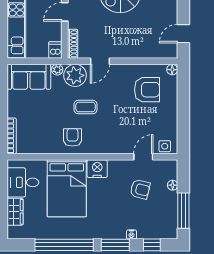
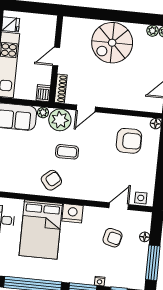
armchair: (73, 137) -> (51, 180), turned 50

